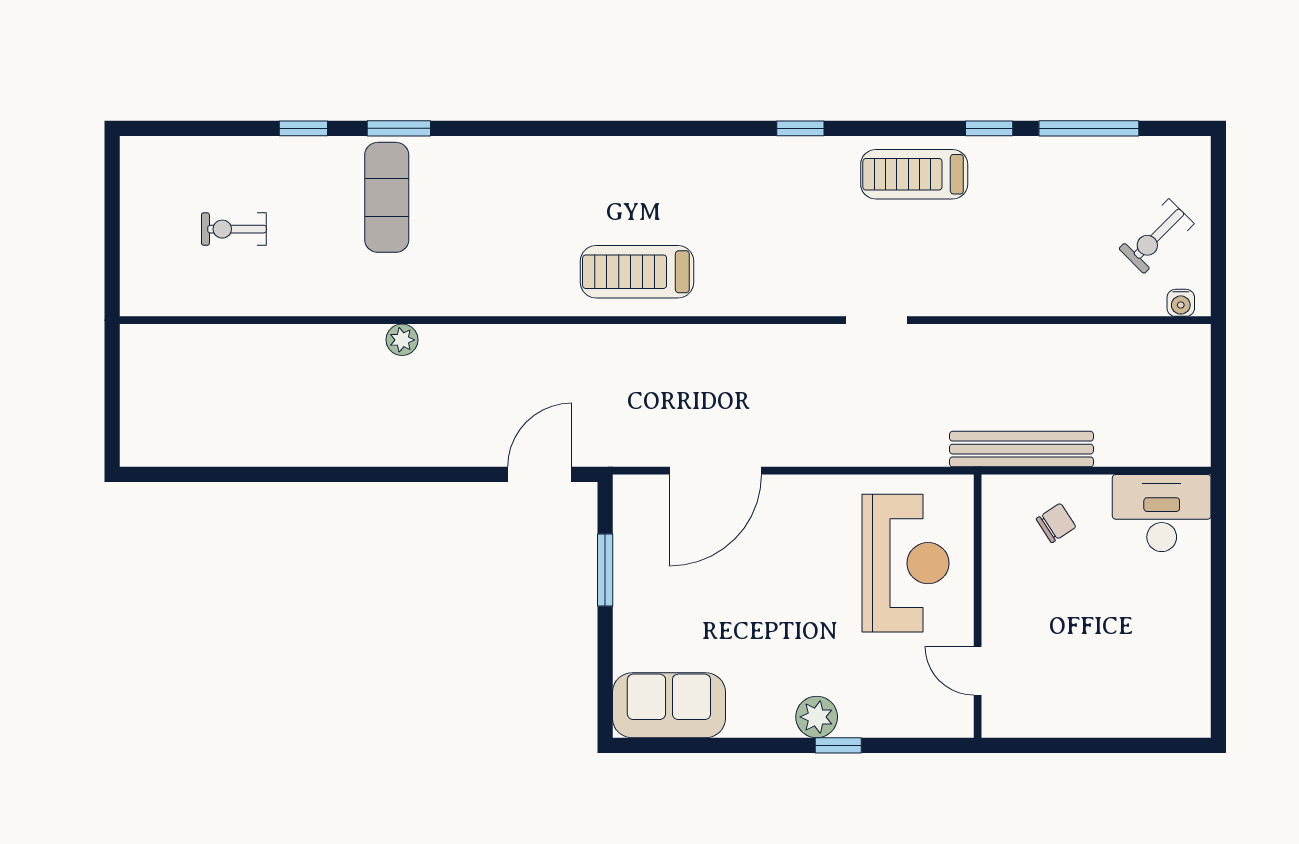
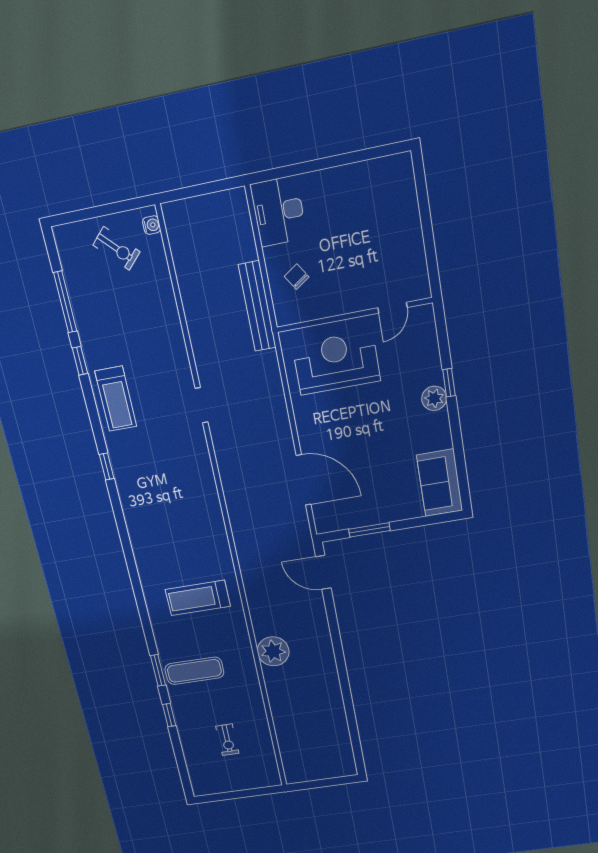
treadmill: (637, 272) -> (198, 598), moved, turned 90
plant: (402, 340) -> (273, 651), width x1.88, depth x1.88

